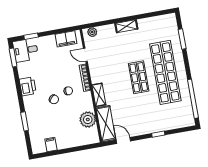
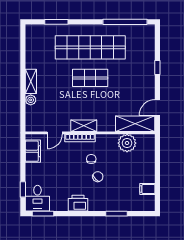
plant: (92, 32) -> (31, 100), moved
shelving: (99, 95) -> (84, 126), moved

